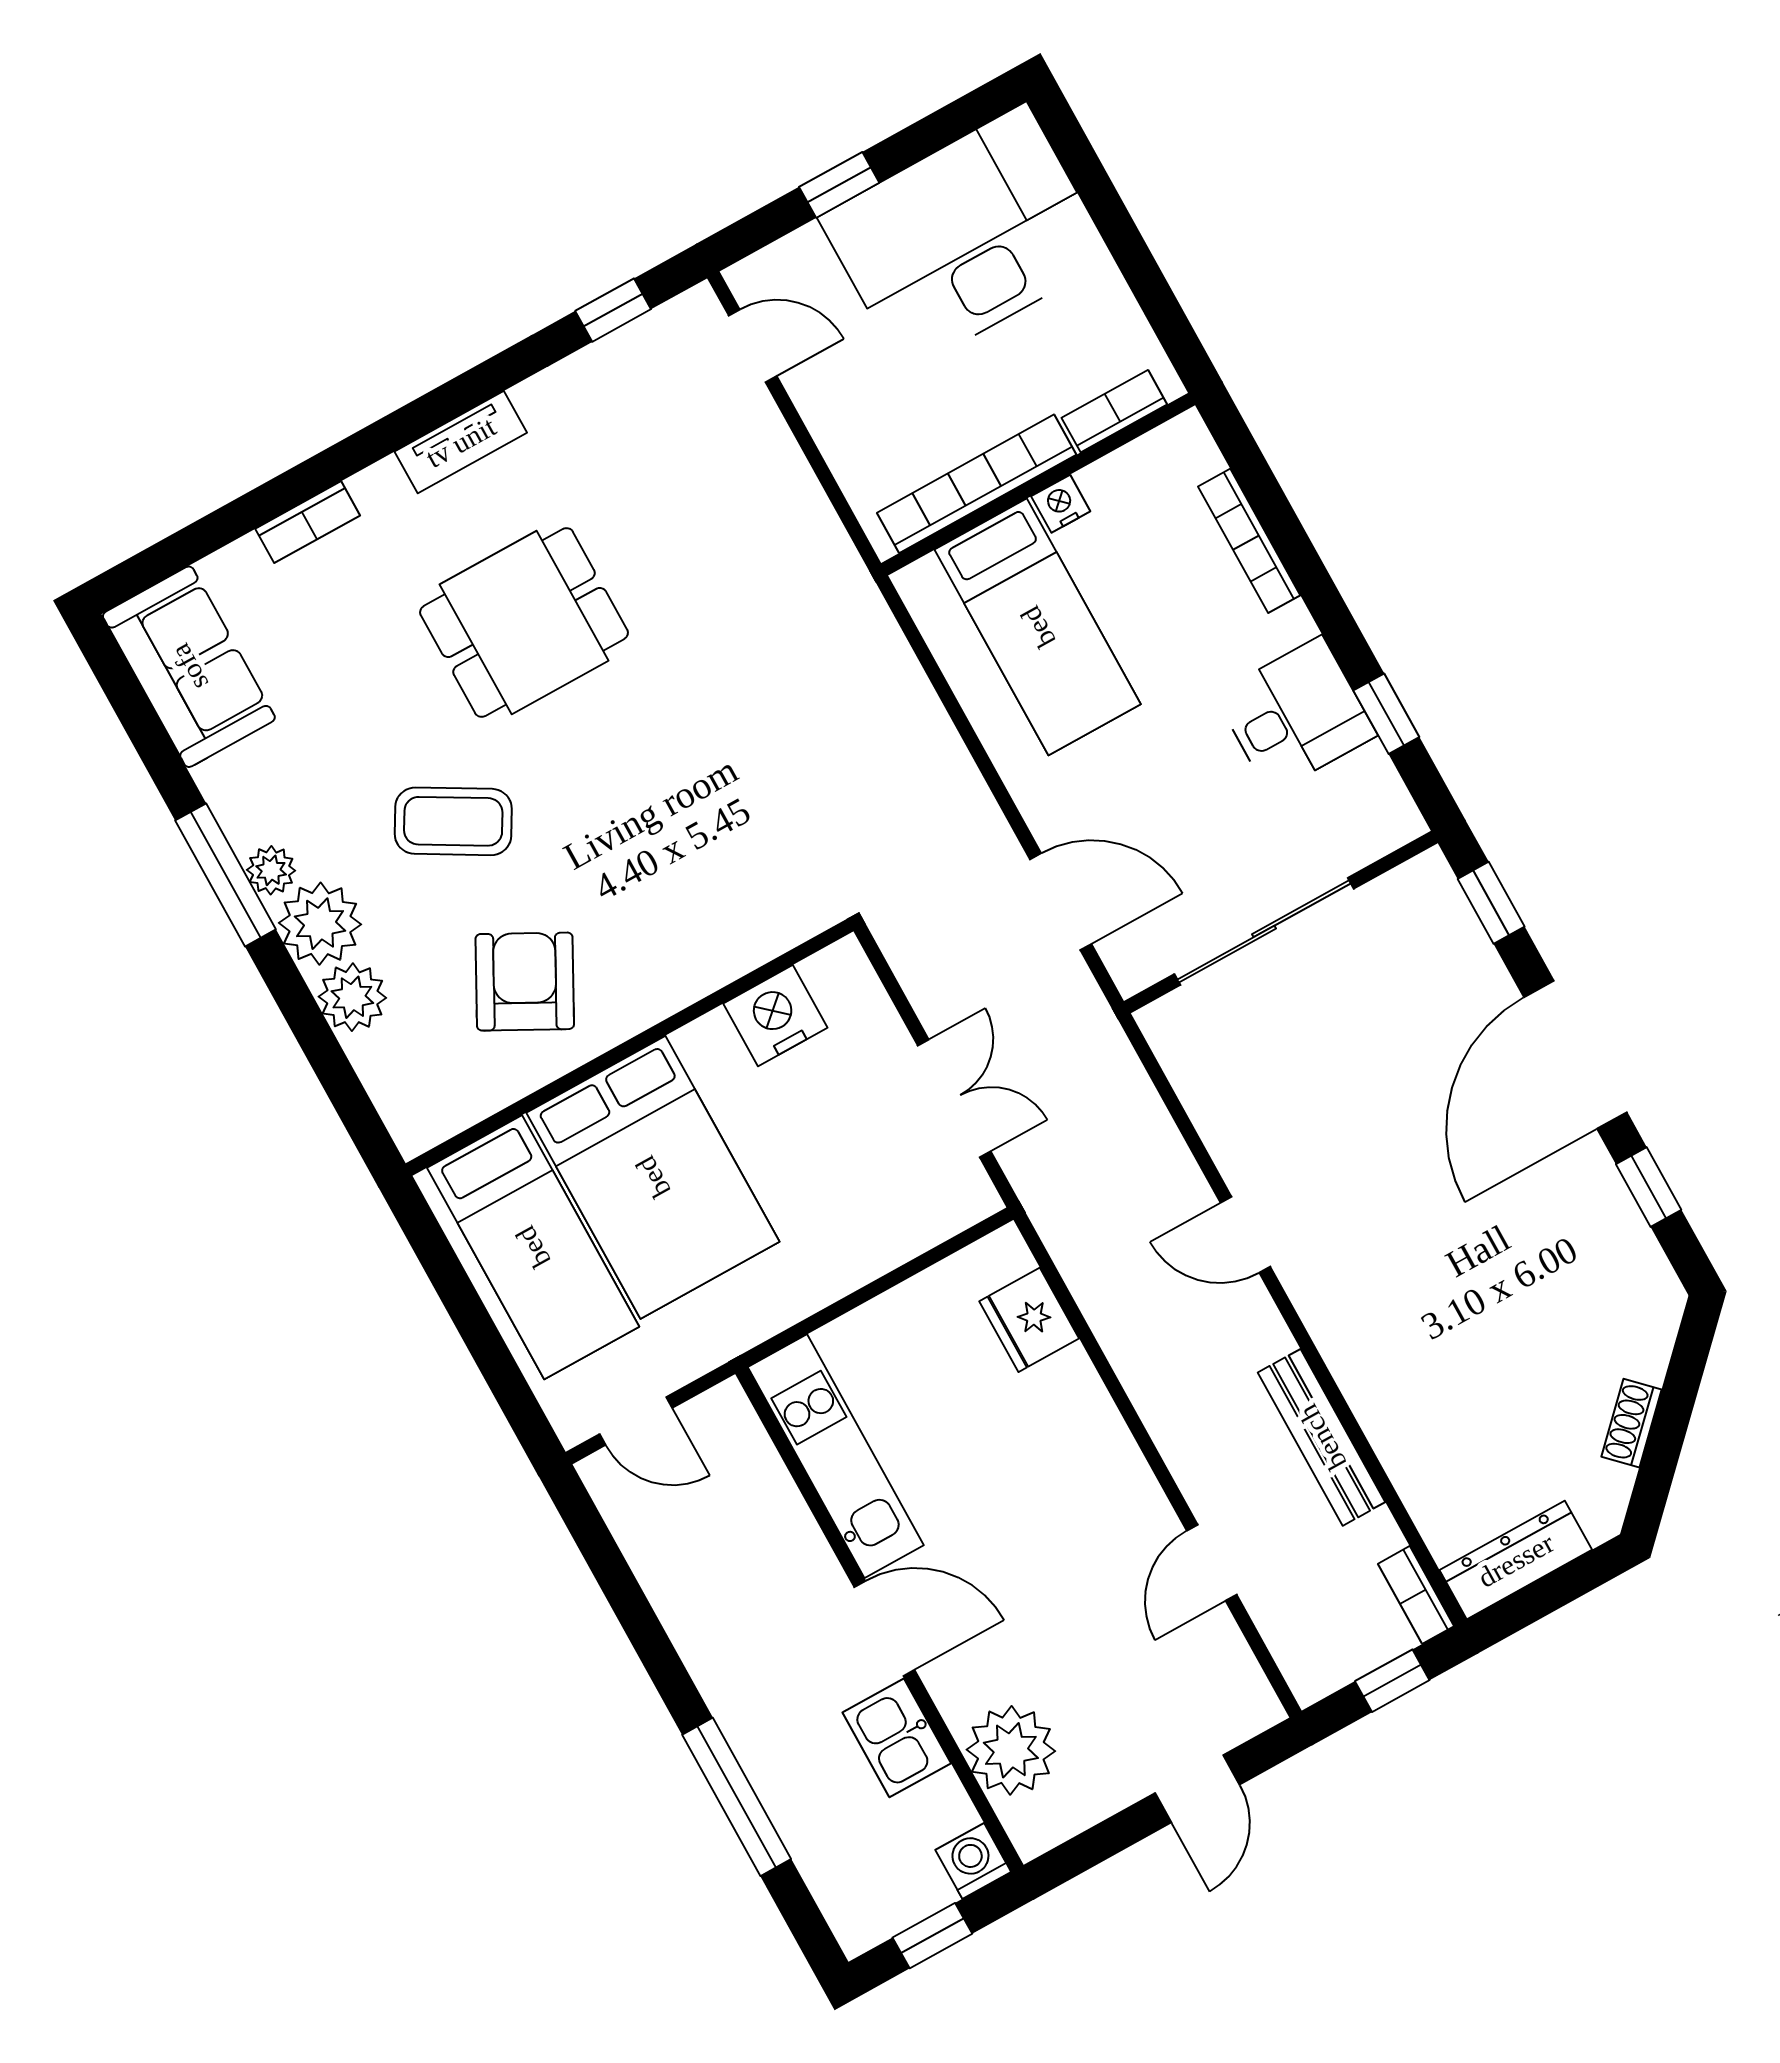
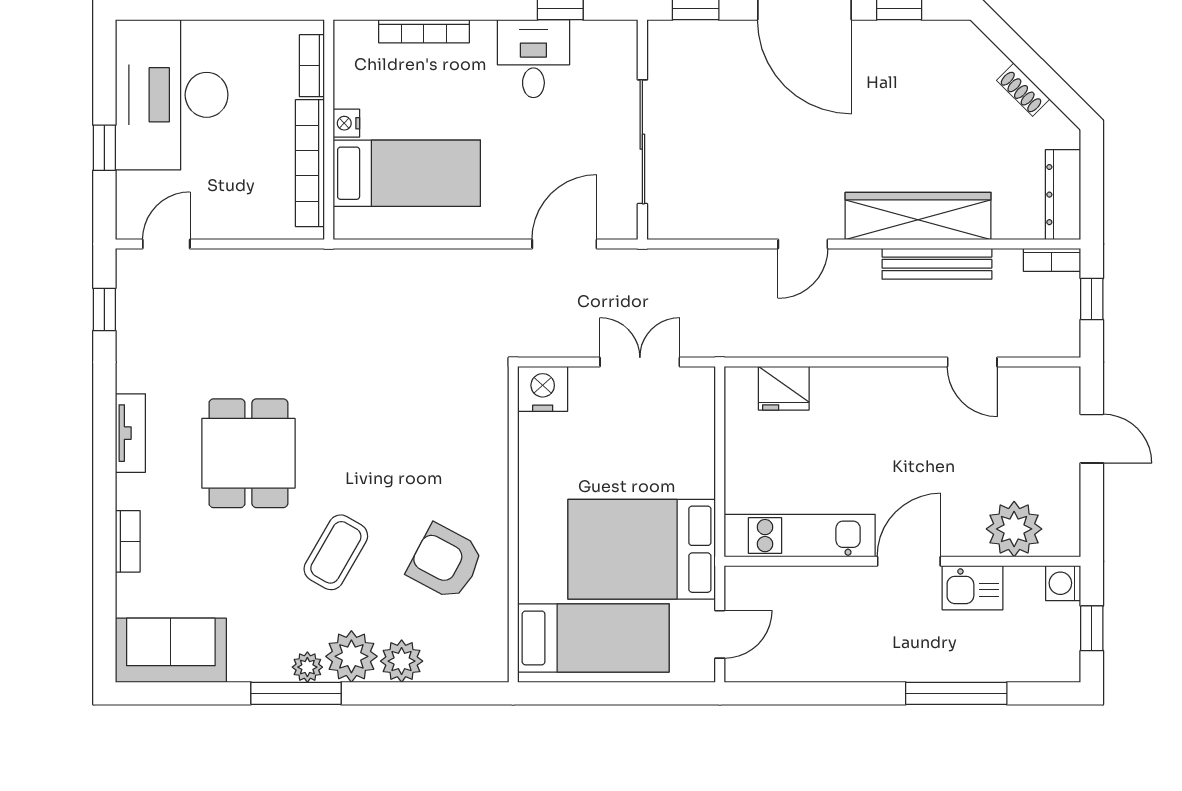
nightstand: (775, 1016) -> (543, 389), moved, turned 90
bed: (653, 1177) -> (642, 549), moved, turned 180
wardrobe: (1374, 1374) -> (918, 216), added

